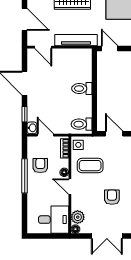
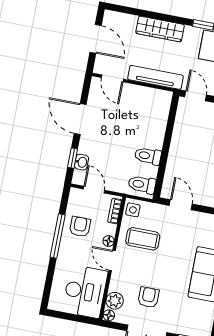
toilet: (82, 89) -> (148, 156), moved
washbasin: (32, 128) -> (82, 162), moved
armchair: (112, 197) -> (148, 297), moved
desk: (54, 220) -> (85, 292), width x1.37

